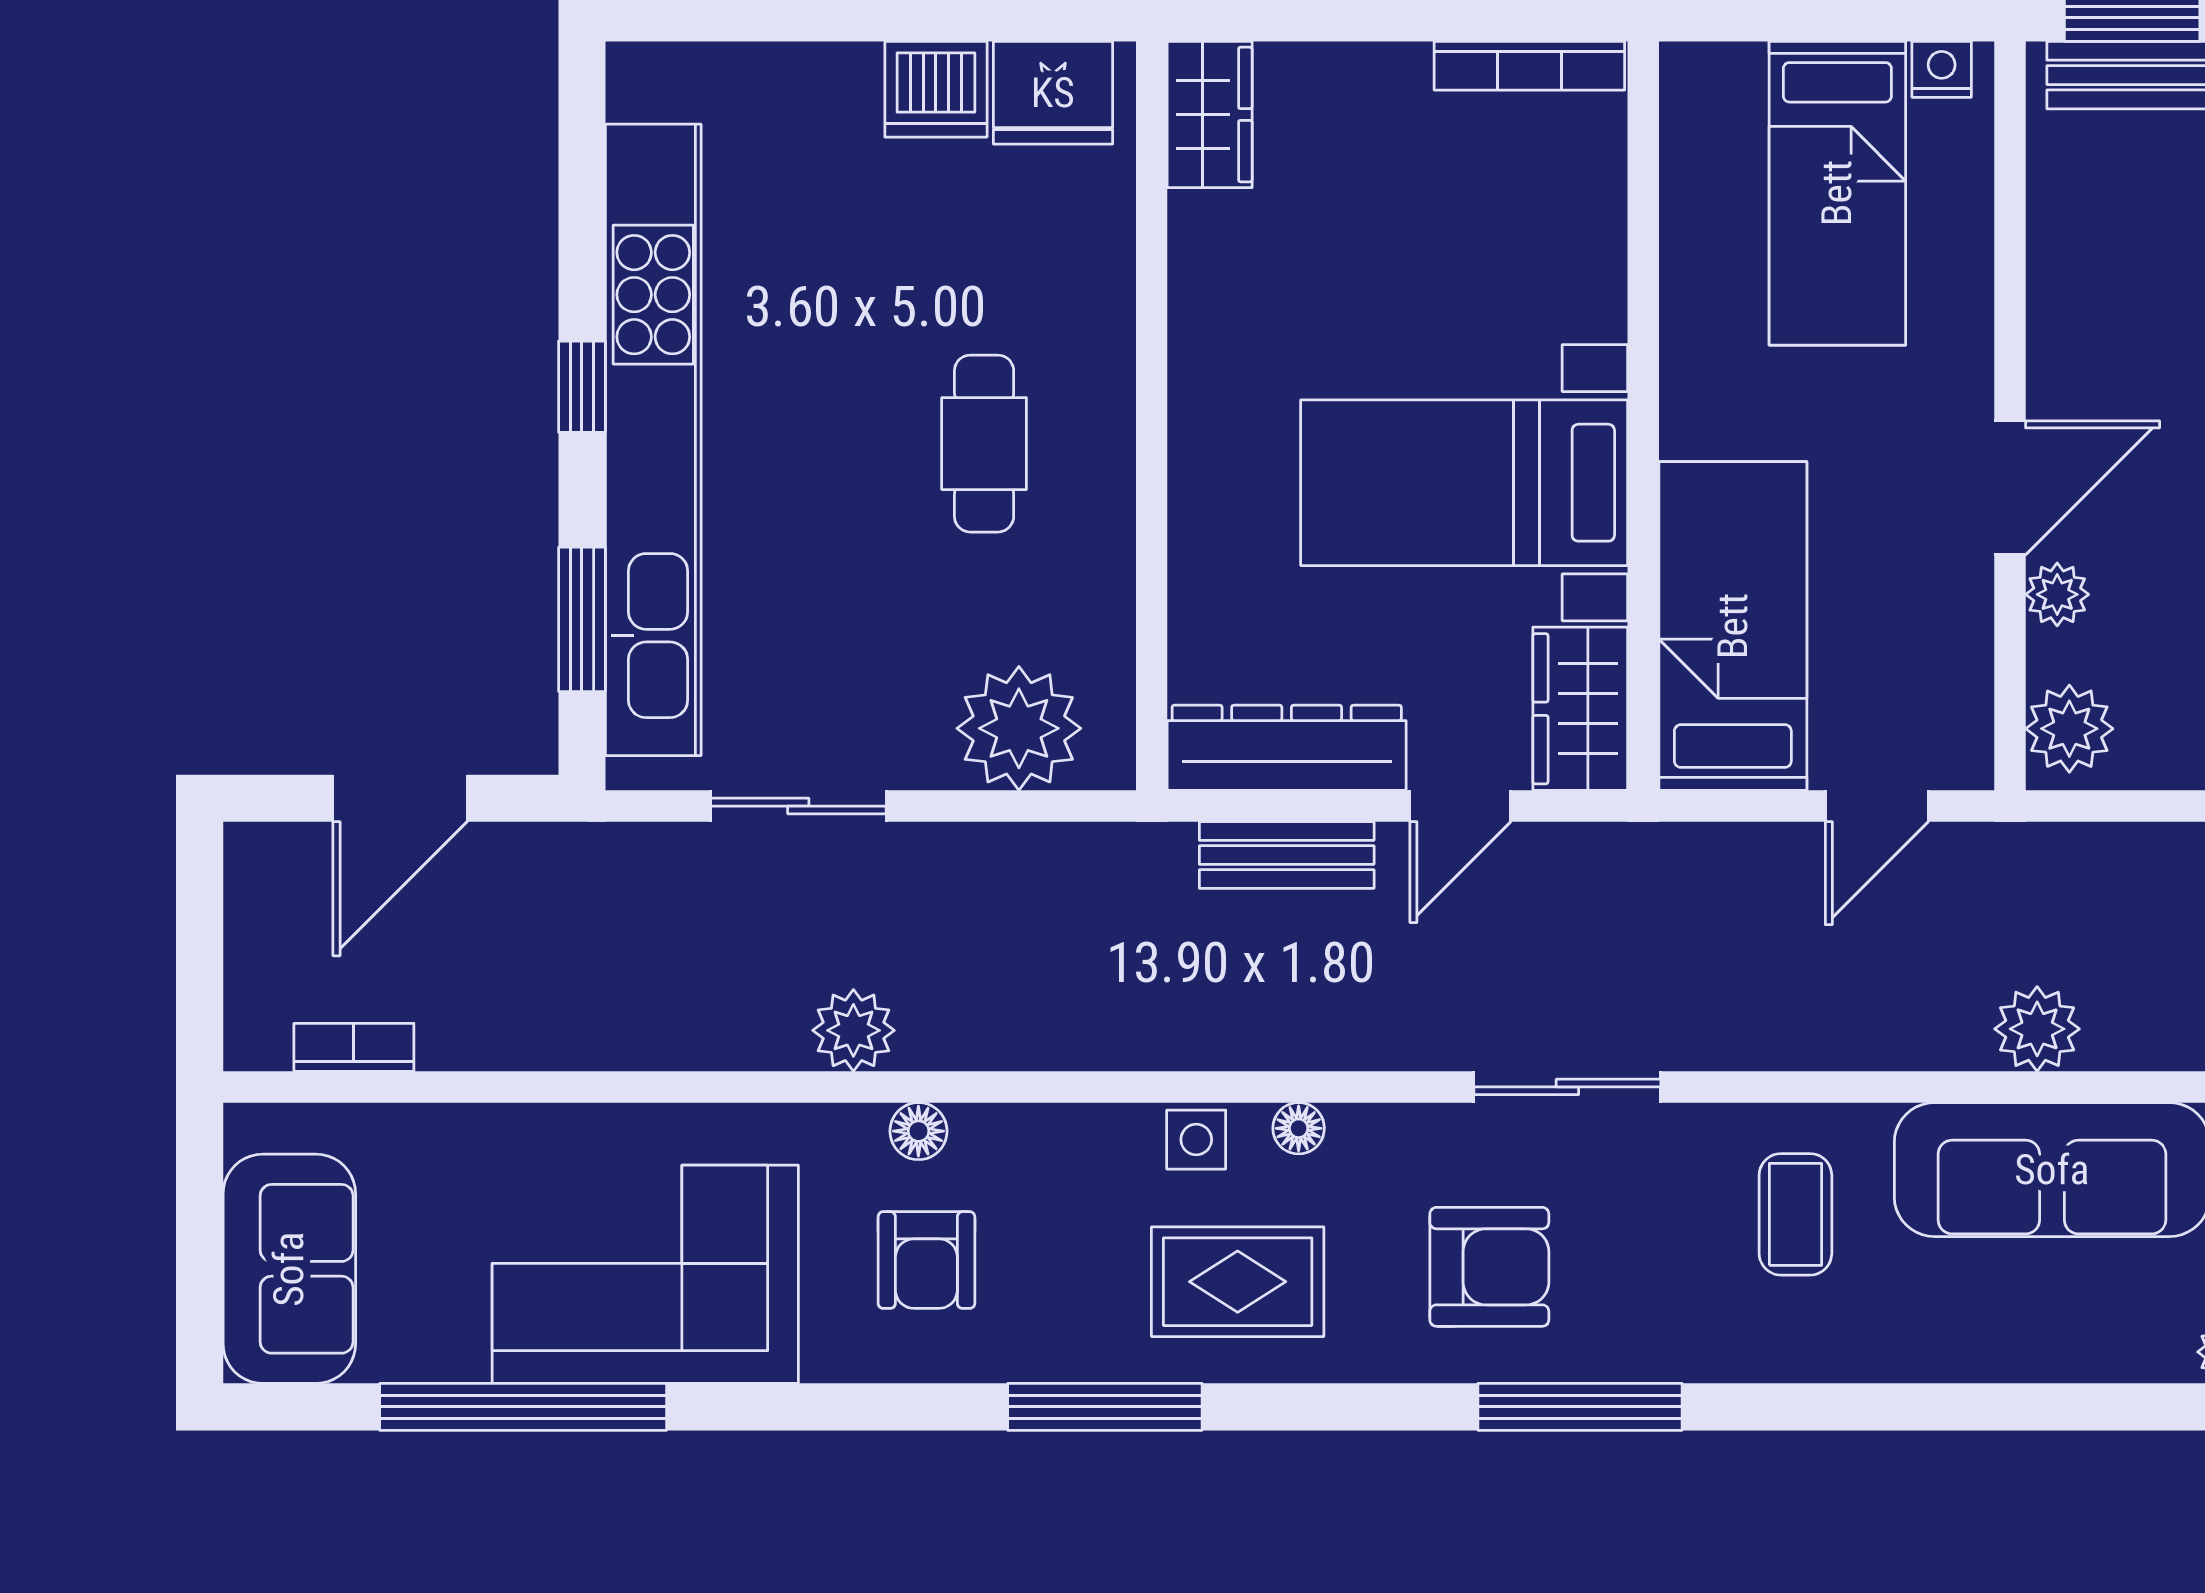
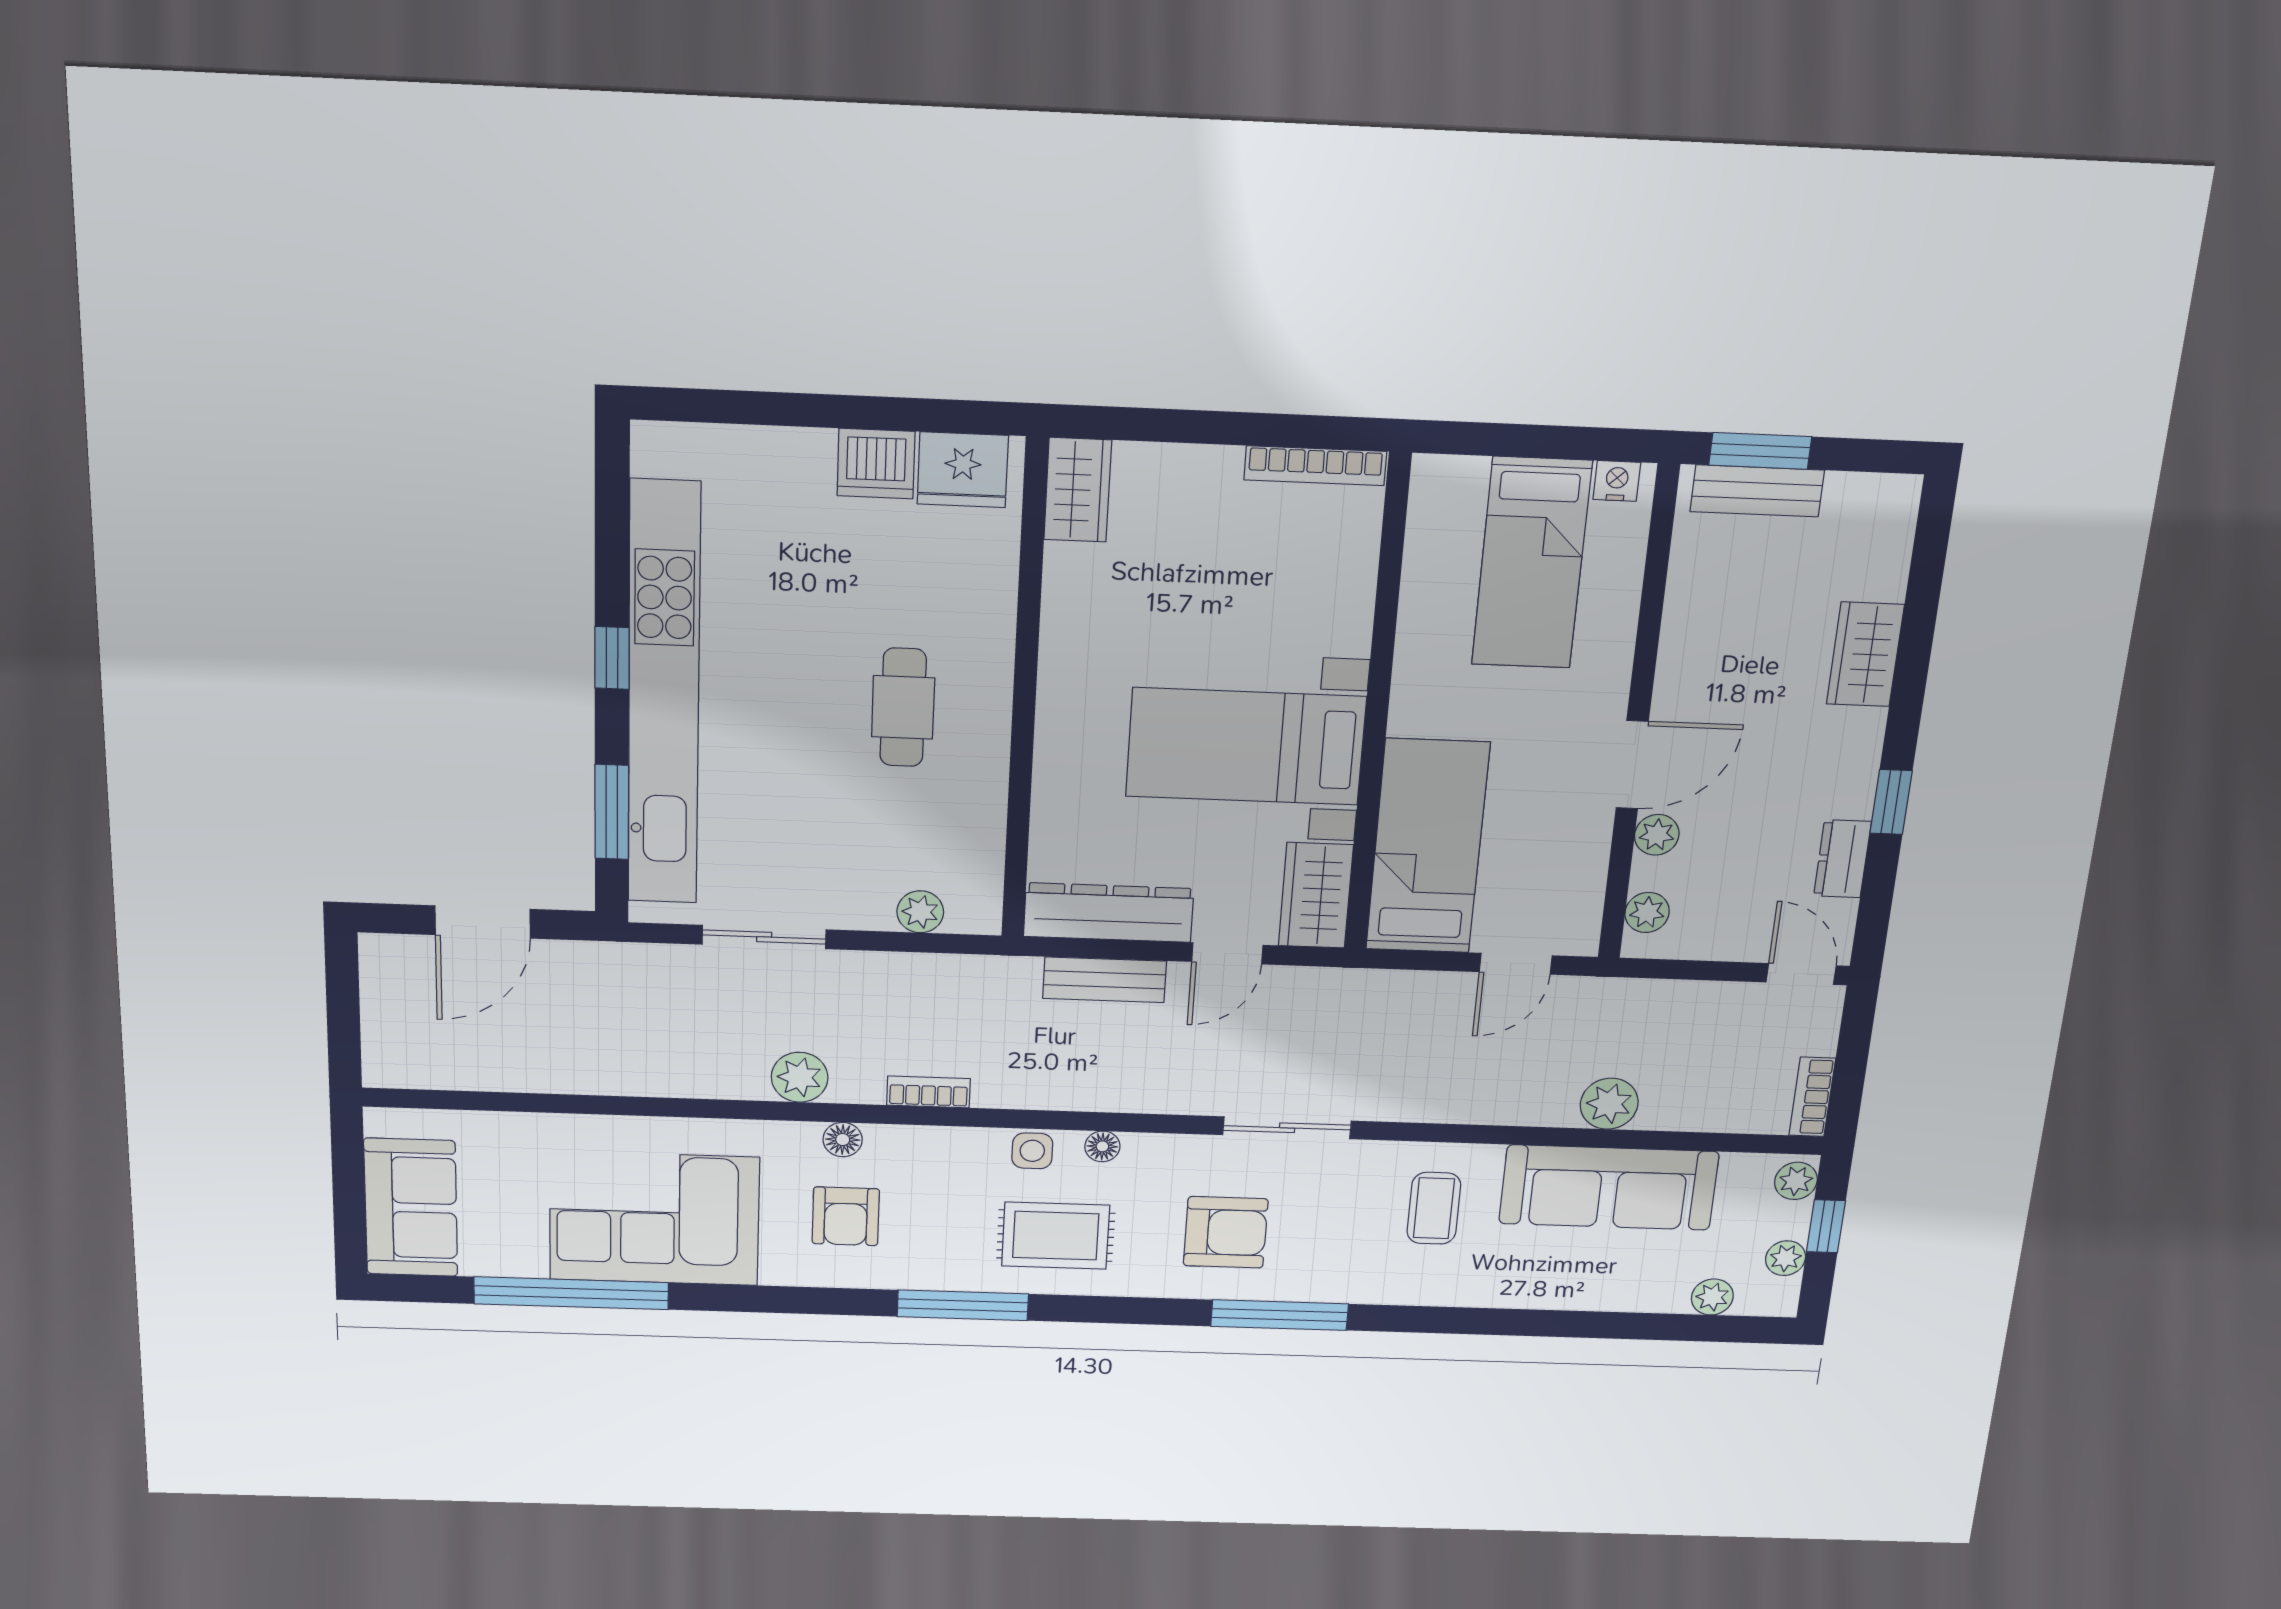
plant: (1019, 728) -> (920, 912), width x0.53, depth x0.53
plant: (2069, 729) -> (1647, 912), width x0.73, depth x0.73
bookcase: (354, 1047) -> (929, 1092), moved

